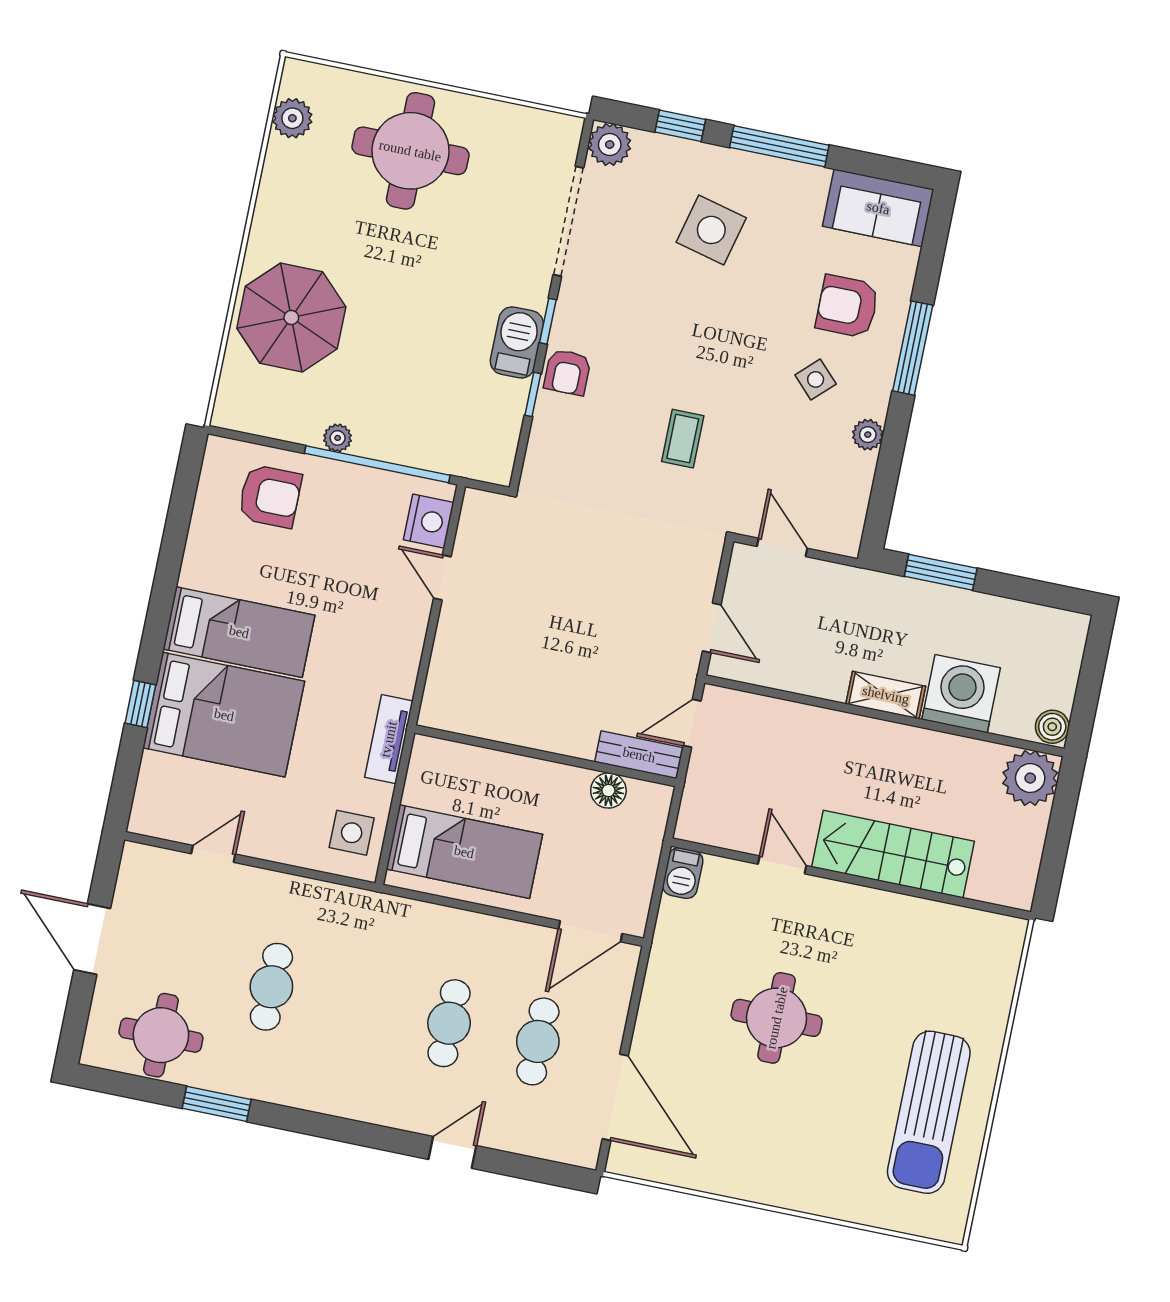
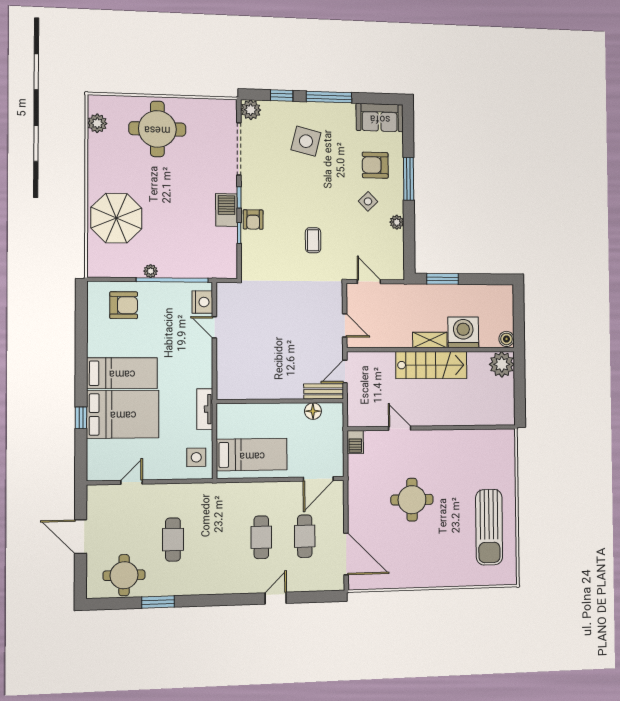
stairs: (893, 854) -> (431, 365), moved, turned 180

